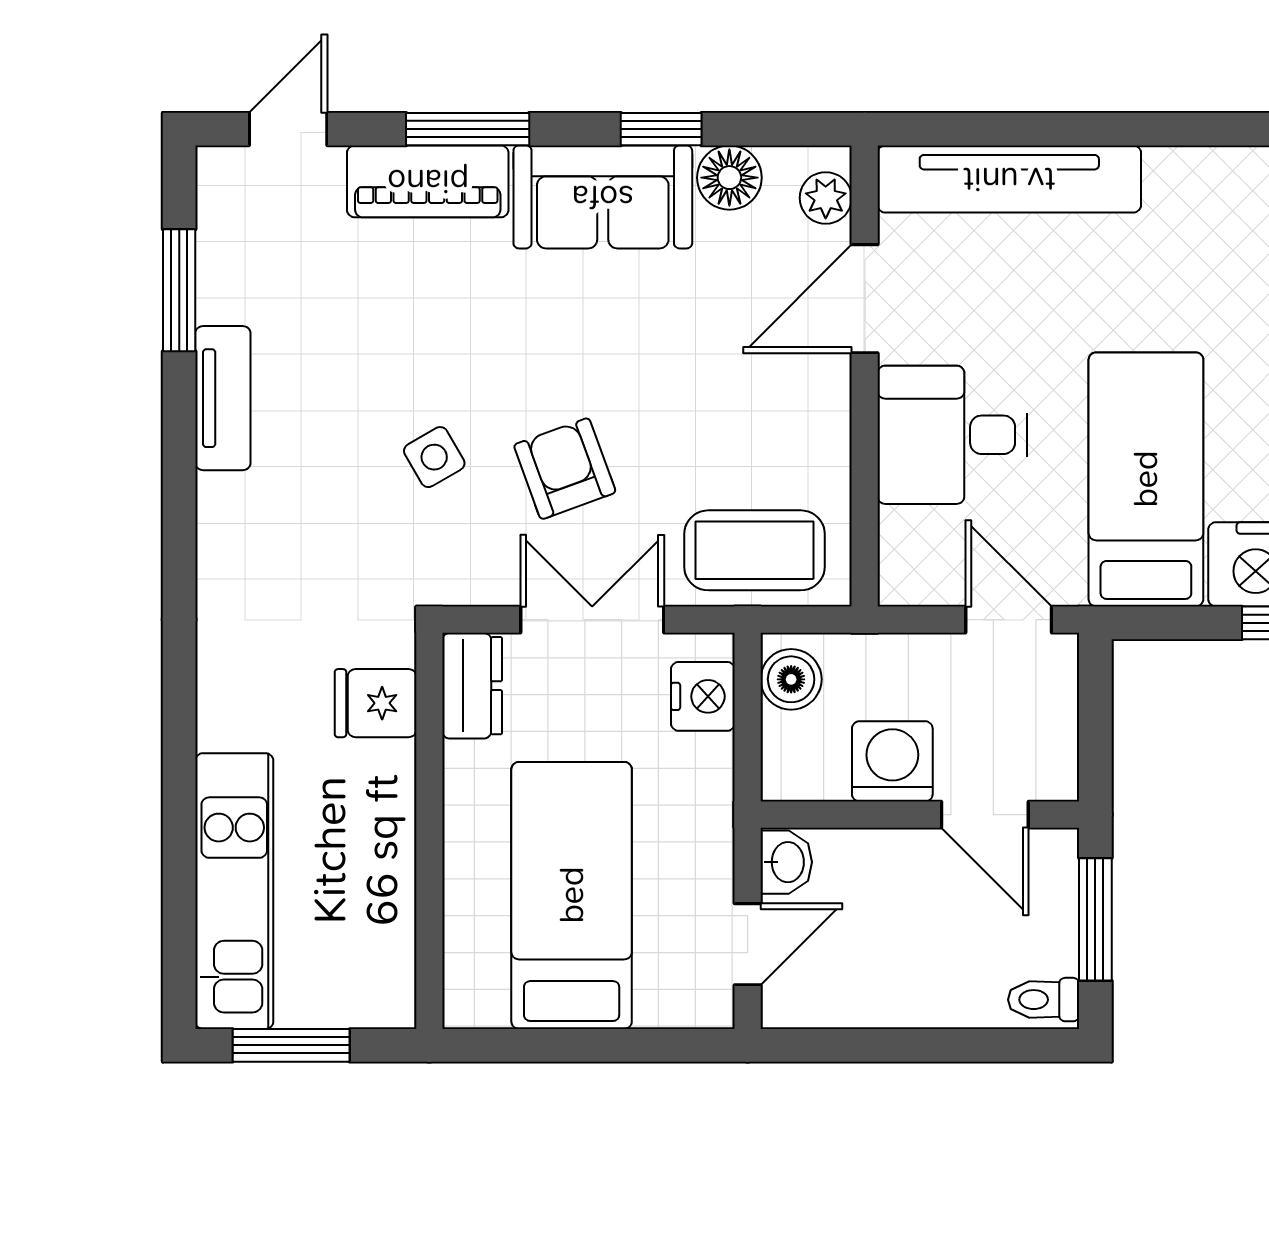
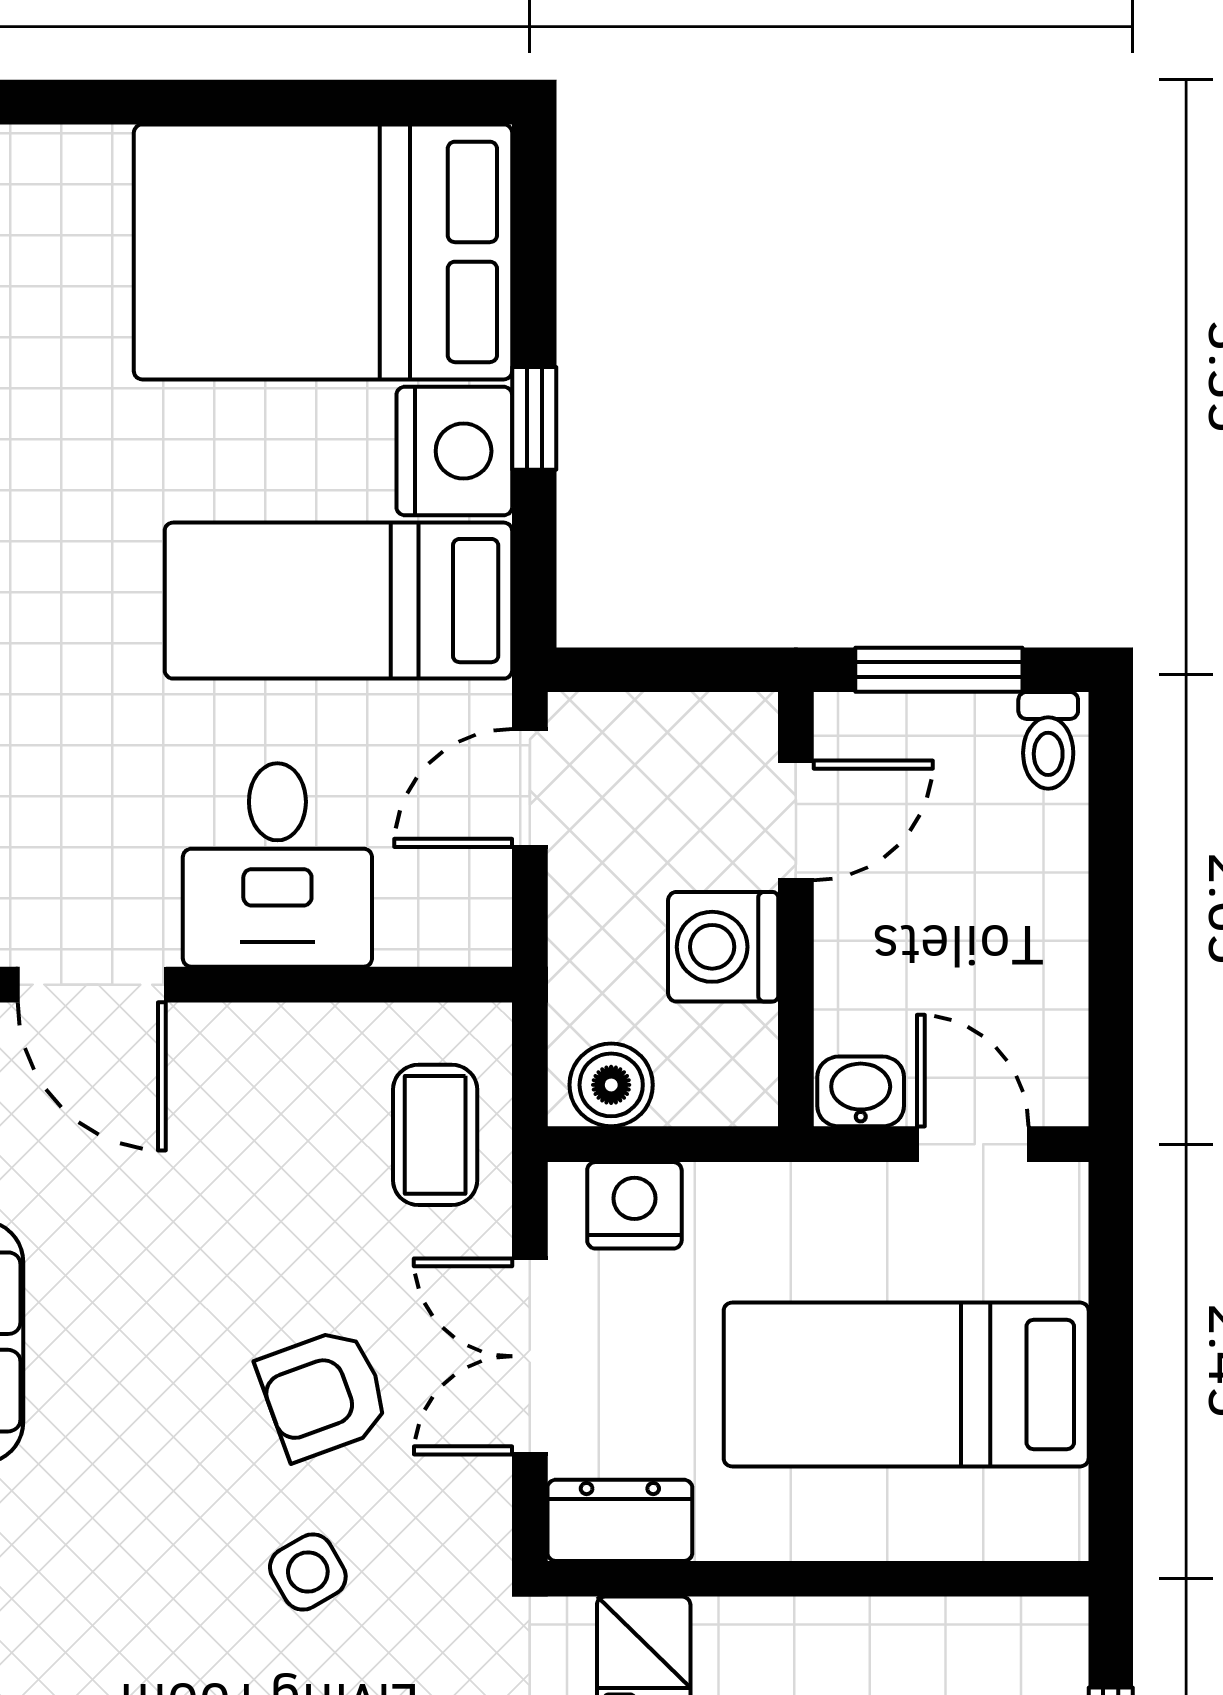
coffee table: (754, 550) -> (435, 1135), width x0.73, depth x0.77

